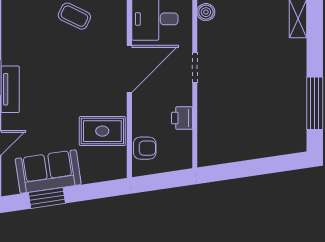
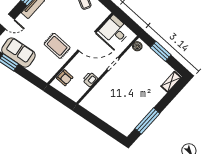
rug: (102, 131) -> (57, 46), moved

